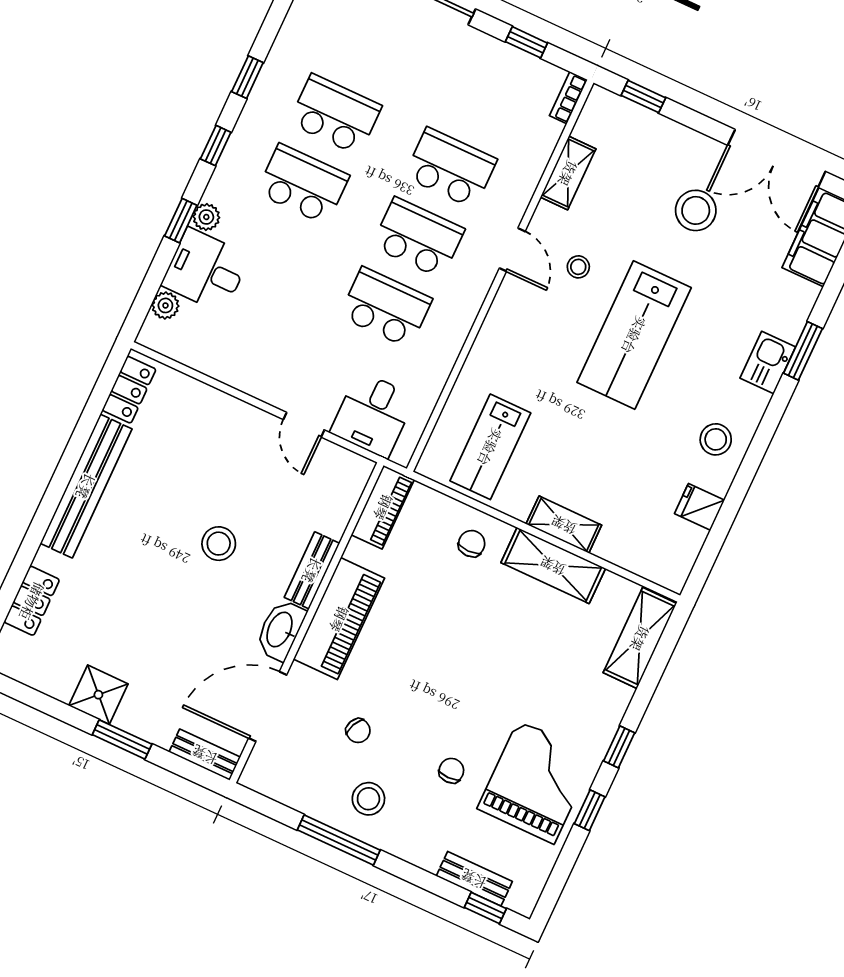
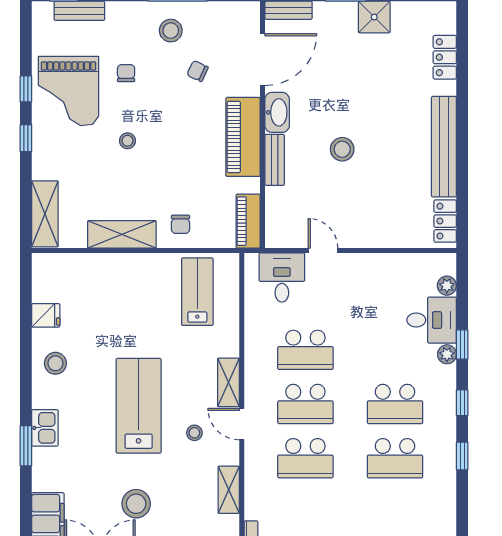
shelving: (564, 525) -> (228, 382), moved, turned 90
stool: (490, 683) -> (127, 141), added
chair: (451, 771) -> (126, 73), turned 180

